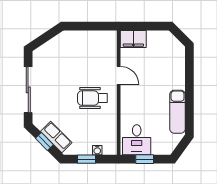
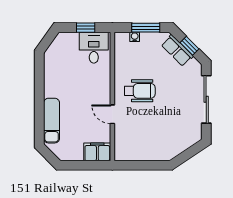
exam couch: (177, 112) -> (52, 121), moved
window: (86, 159) -> (146, 28), width x1.50

